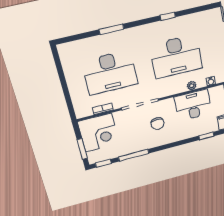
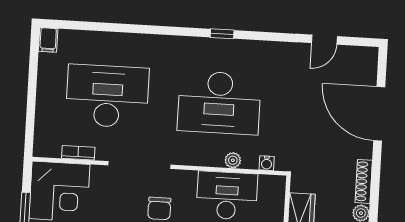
window: (111, 29) -> (130, 28), removed
filing cabinet: (63, 51) -> (48, 40), added
desk: (110, 73) -> (107, 96), turned 180

